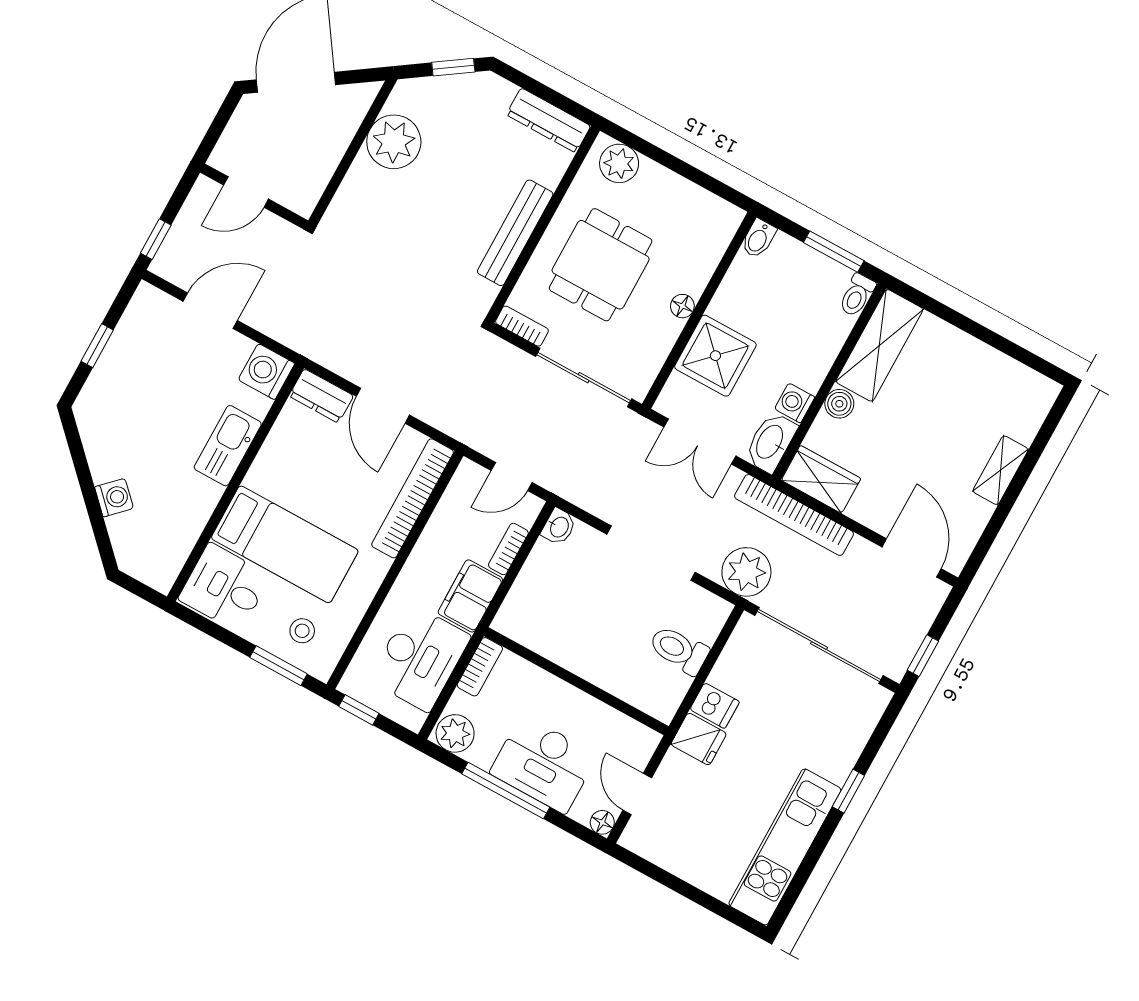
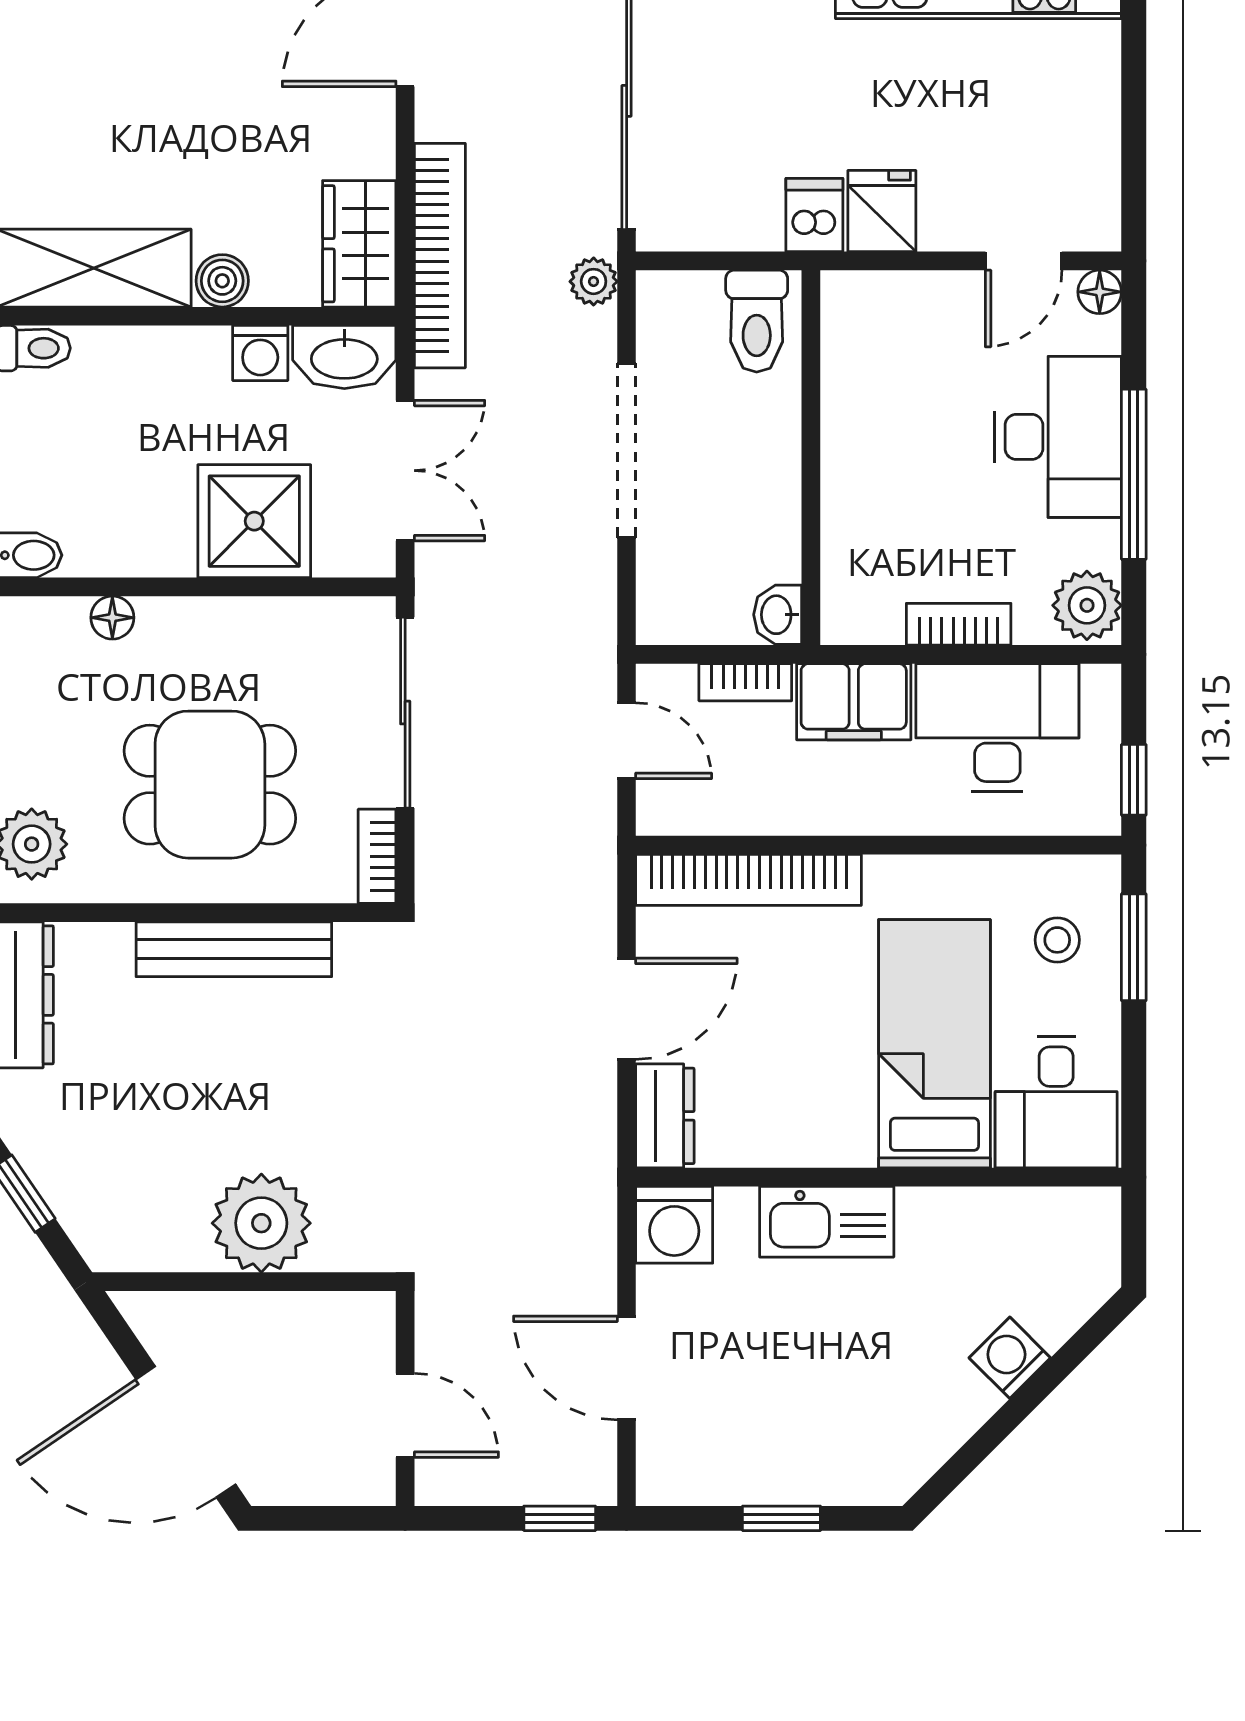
plant: (394, 142) -> (261, 1223), moved
floor lamp: (682, 306) -> (112, 618), moved
washbasin: (559, 527) -> (778, 615), moved, turned -90
plant: (746, 572) -> (594, 281), width x0.53, depth x0.53
wall: (576, 681) -> (811, 458), moved

